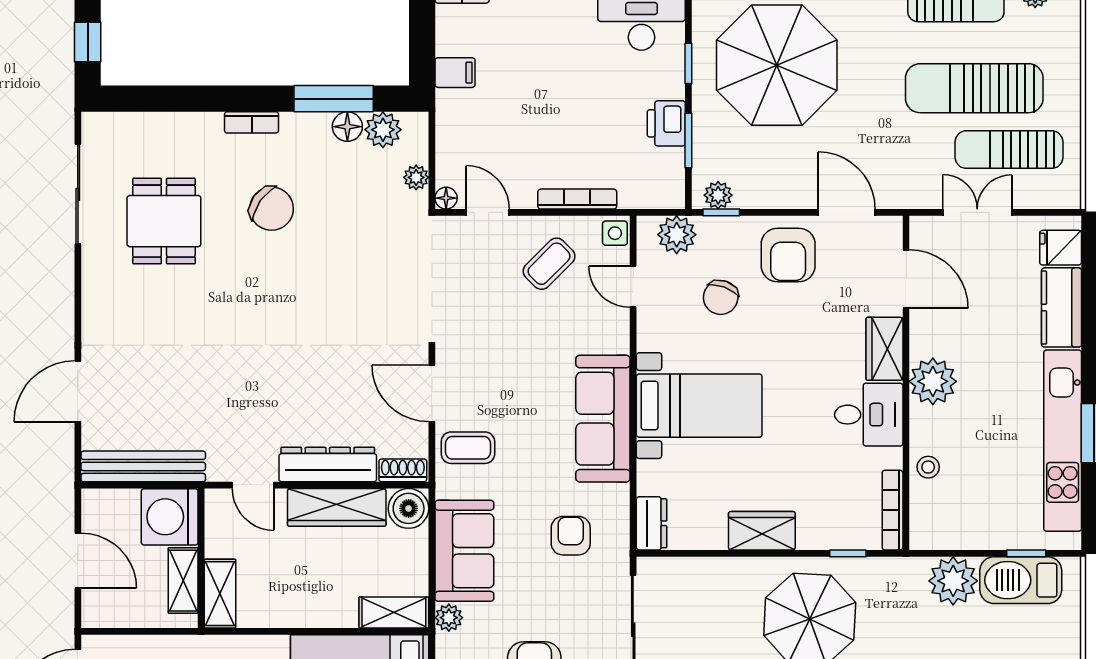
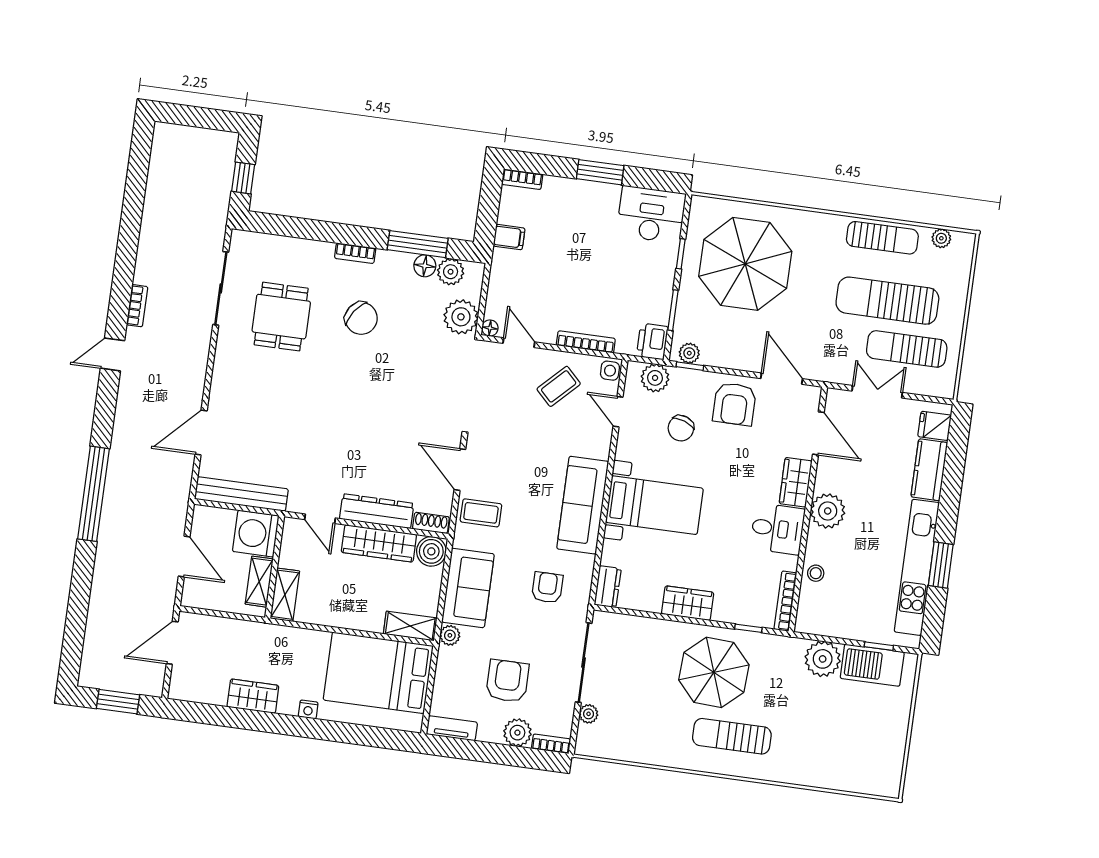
printer: (666, 123) -> (652, 341), moved
plant: (416, 177) -> (461, 317), width x1.87, depth x1.87

